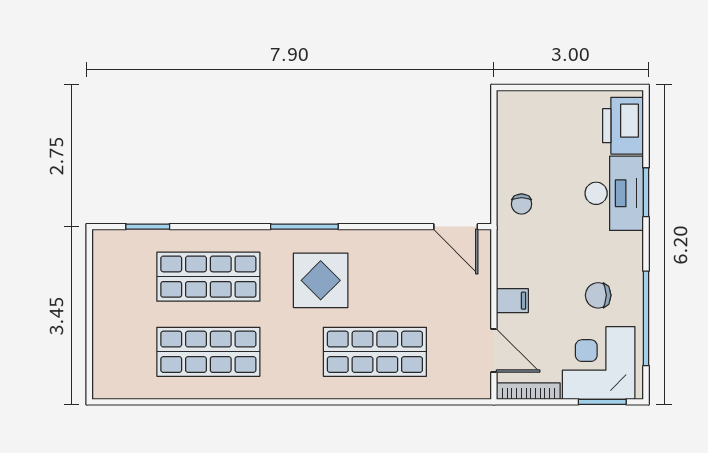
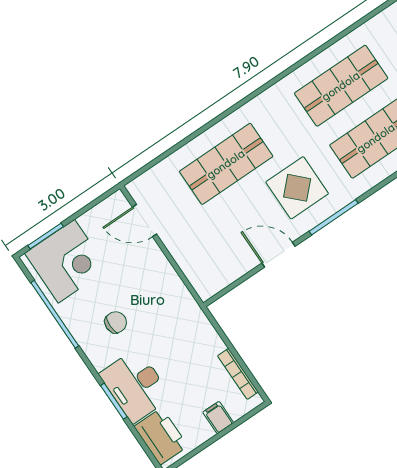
chair: (522, 204) -> (194, 335), removed
door: (456, 227) -> (278, 255), moved
chair: (598, 295) -> (116, 322), moved
filing cabinet: (512, 301) -> (218, 417), moved, turned 90
bookcase: (528, 391) -> (238, 374), moved, turned 90

